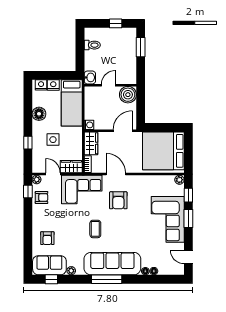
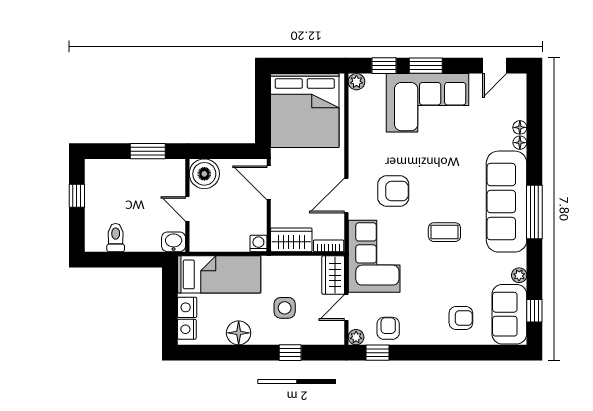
window: (141, 47) -> (148, 151), moved

